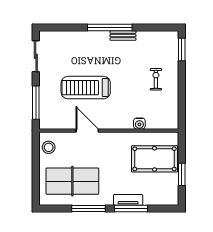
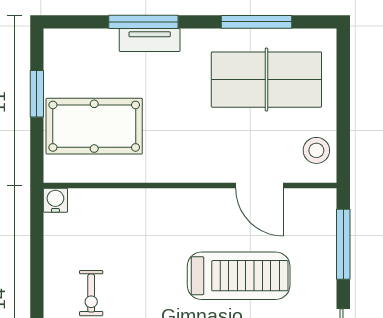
water cooler: (139, 124) -> (55, 200), moved
door: (87, 131) -> (259, 186), moved
window: (88, 209) -> (257, 22), moved

